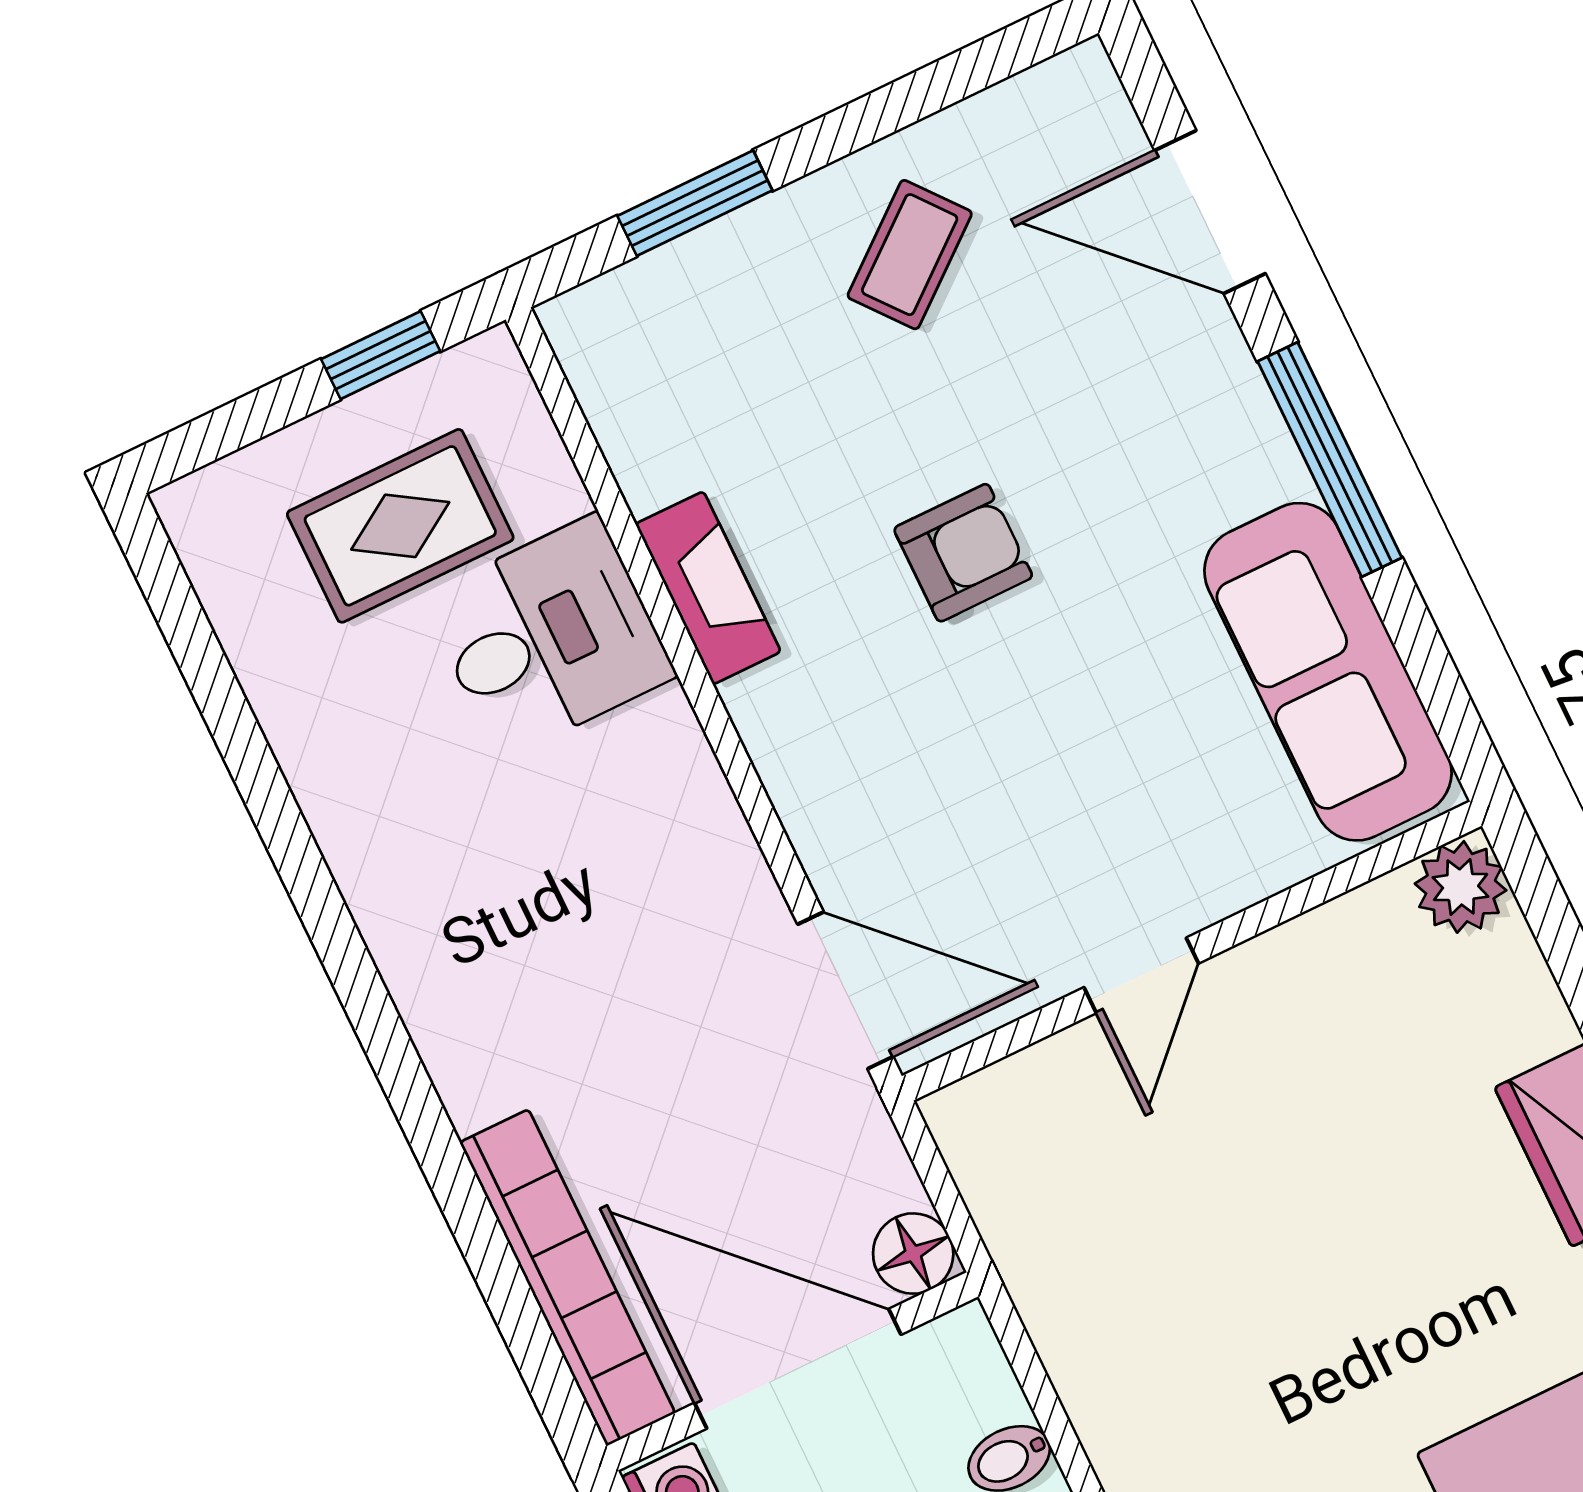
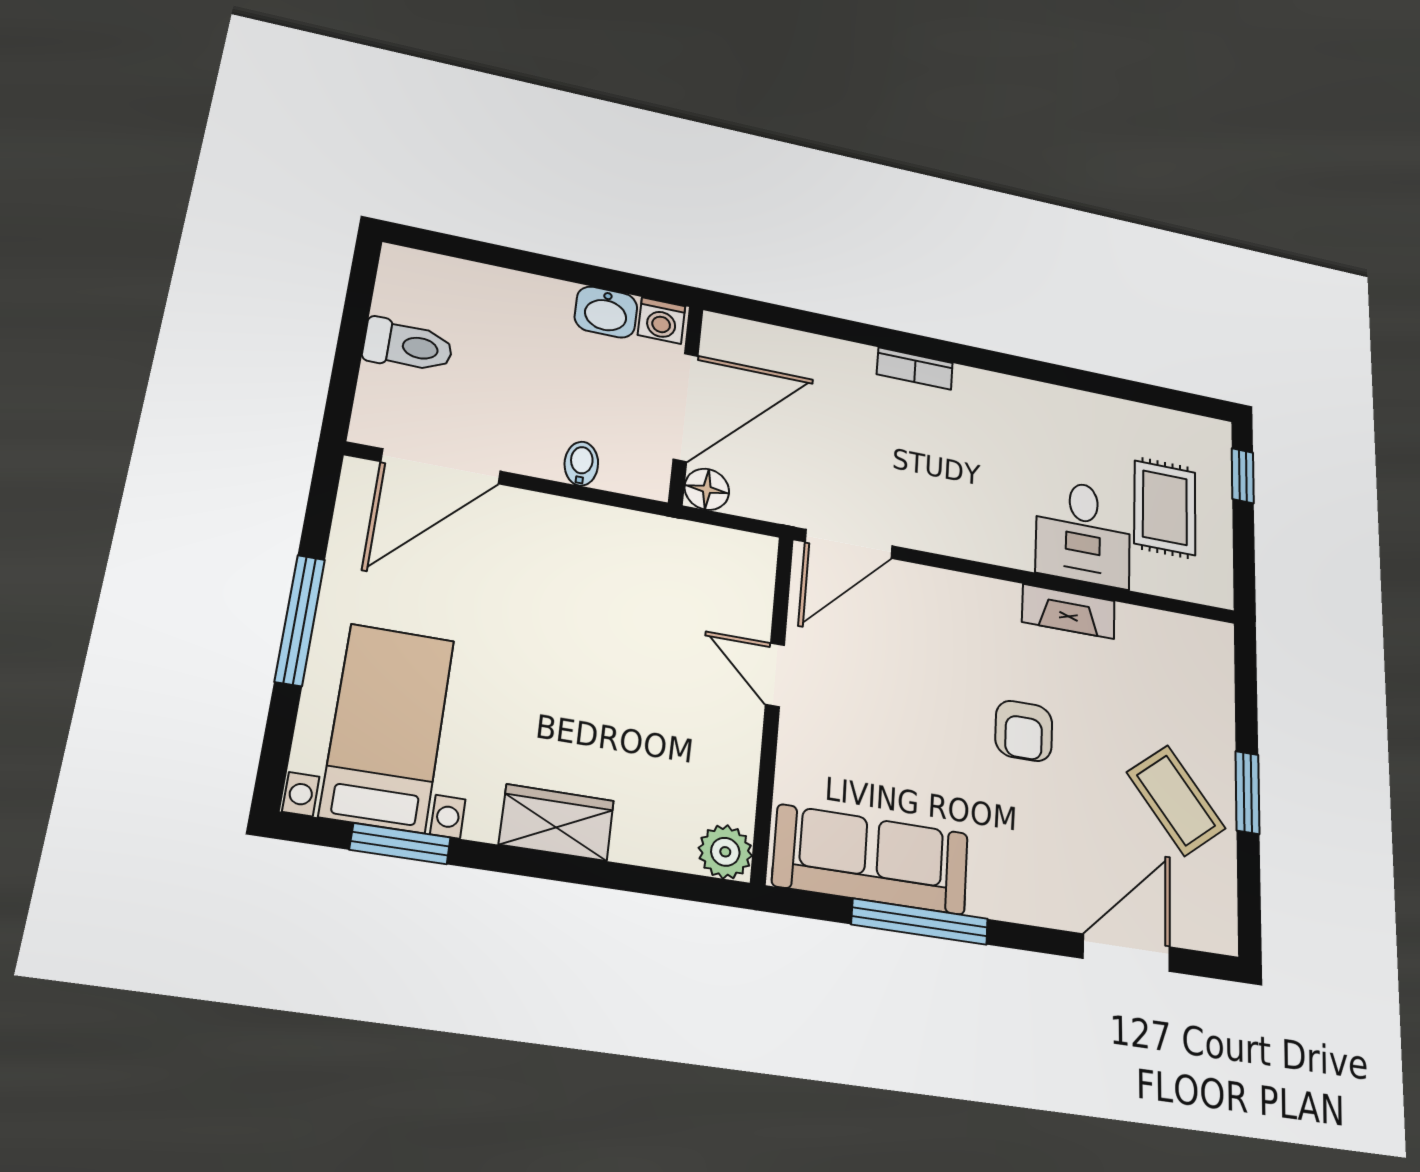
window: (695, 203) -> (1248, 792), moved
coffee table: (910, 255) -> (1176, 800), width x1.36, depth x1.30
window: (381, 355) -> (1243, 476), moved
window: (1330, 459) -> (920, 922), moved
bookcase: (567, 1278) -> (915, 369), moved, width x0.43, depth x0.76

